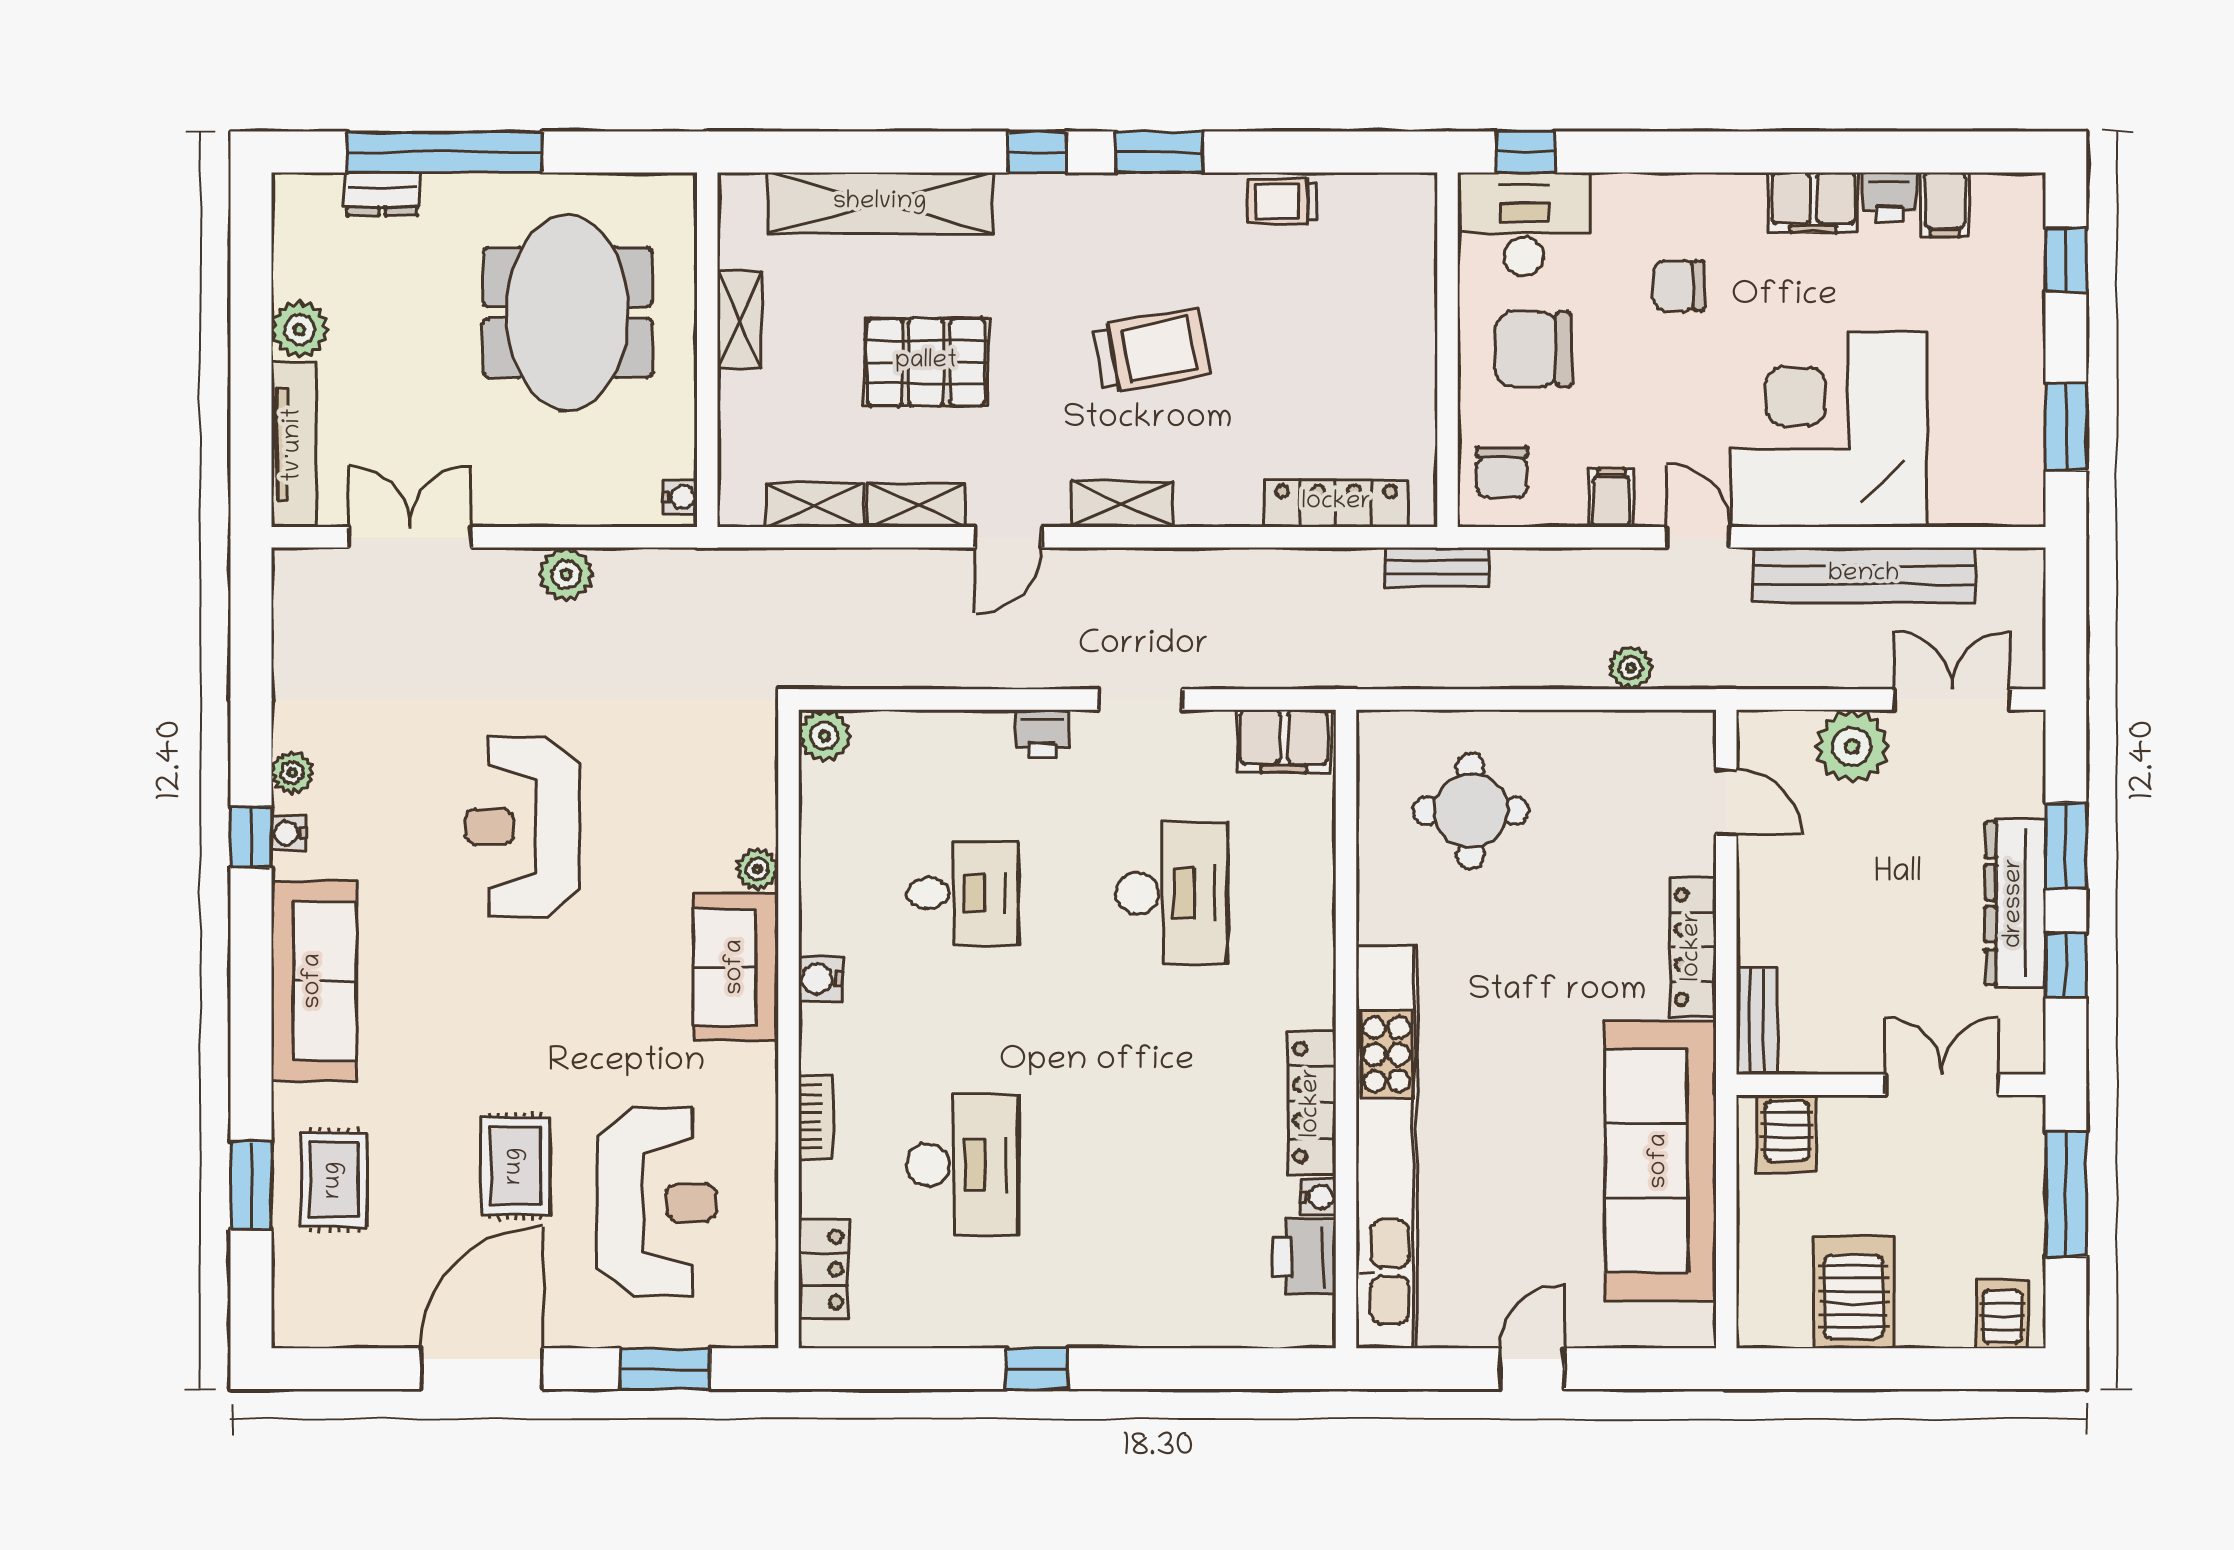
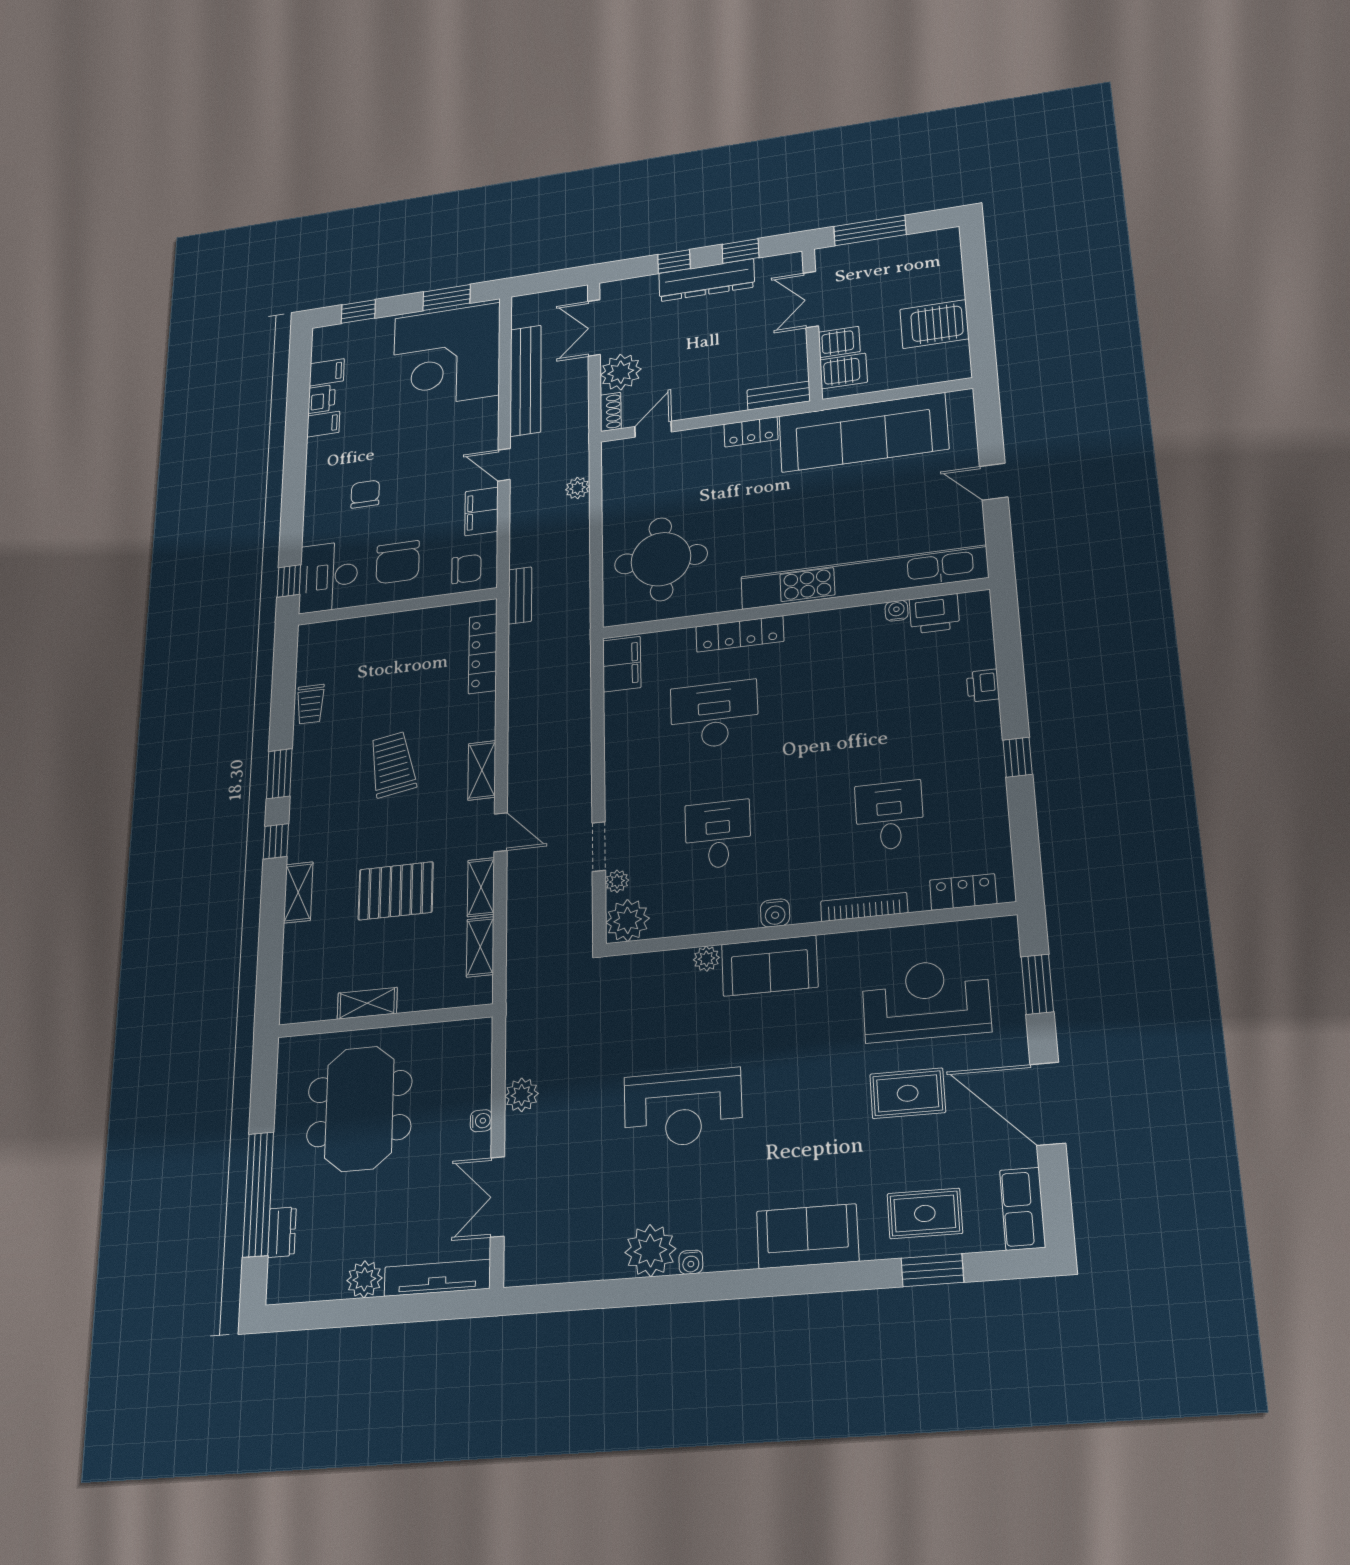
filing cabinet: (1813, 202) -> (323, 424), width x0.50
shelving: (880, 203) -> (298, 892), width x0.45, depth x0.75
chair: (1679, 286) -> (365, 494), turned 180
meeting table: (568, 313) -> (359, 1109), turned 90
pallet: (926, 362) -> (396, 891), turned 90
corner desk: (1829, 429) -> (447, 356), moved
water cooler: (680, 497) -> (481, 1121), moved, turned 90
filing cabinet: (1611, 498) -> (482, 511), width x2.00
door: (1698, 537) -> (504, 465), hinge flipped
doorway: (1140, 699) -> (599, 846), moved
shoe rack: (1774, 728) -> (611, 412), added
plant: (902, 729) -> (617, 881), added
printer: (1042, 734) -> (983, 686), moved, turned 180
plant: (825, 736) -> (628, 920), width x1.36, depth x1.36
plant: (292, 773) -> (650, 1251), width x1.87, depth x1.87
round table: (1471, 811) -> (661, 559), width x1.36, depth x1.36
window: (251, 837) -> (694, 1288), removed
window: (2066, 846) -> (674, 262), width x0.67
locker: (1693, 947) -> (751, 432), width x0.66
sofa: (314, 981) -> (808, 1236), width x0.73
locker: (1312, 1103) -> (740, 634), moved
bookcase: (816, 1117) -> (864, 907), width x1.56
desk: (962, 1165) -> (890, 816), width x0.73
server rack: (2002, 1314) -> (839, 342), moved, turned 180
row of seats: (330, 1320) -> (1023, 1209), added

